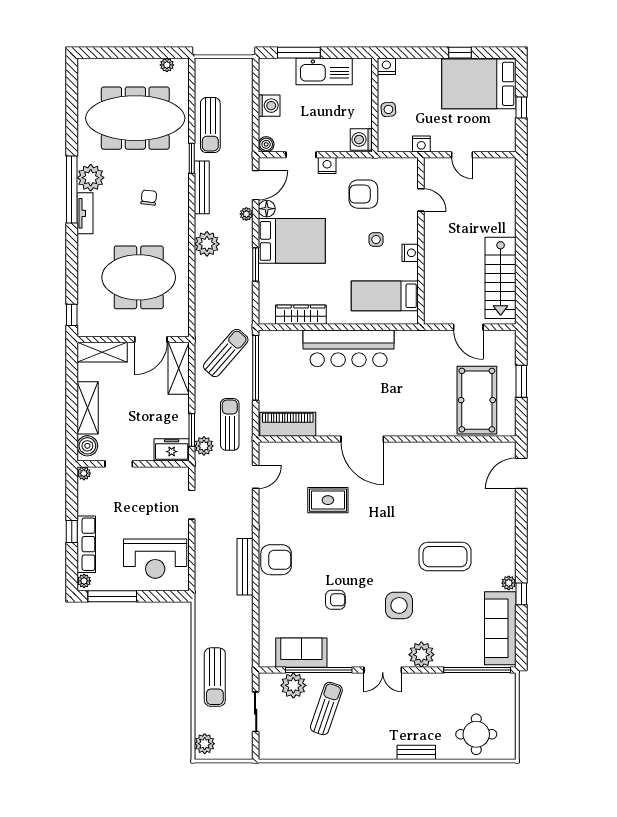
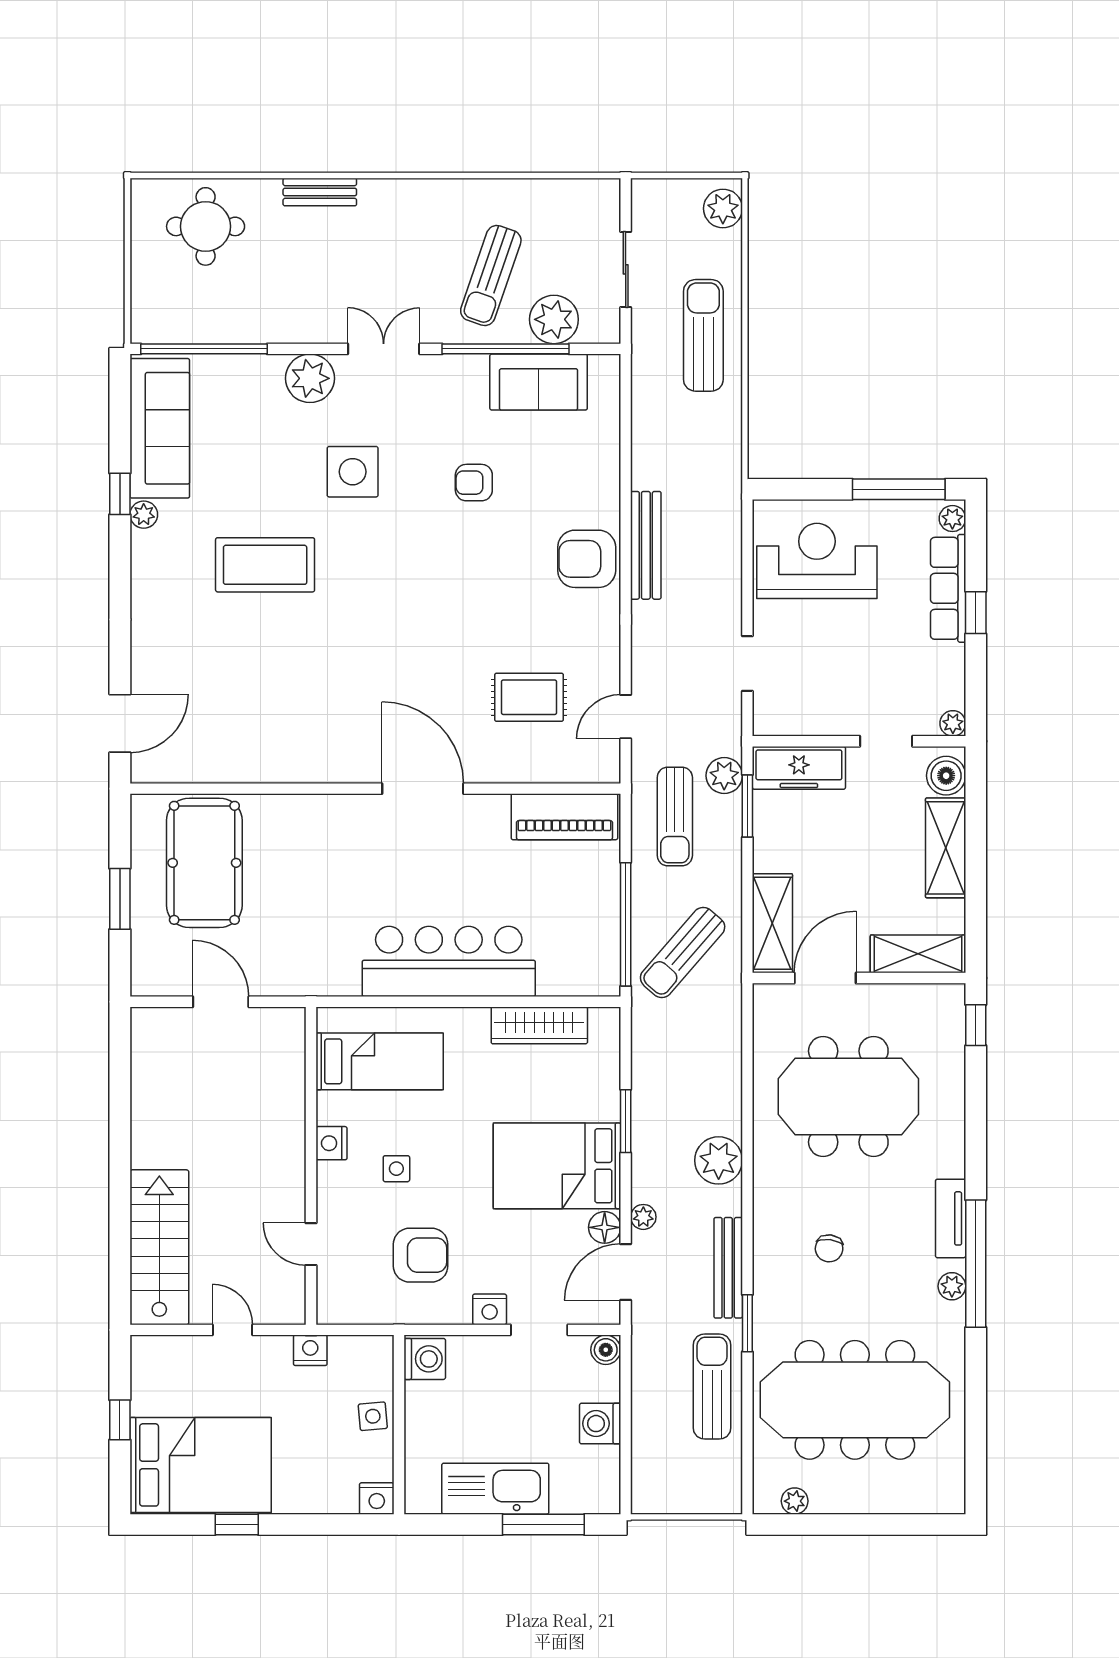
plant: (91, 178) -> (952, 1286), width x0.53, depth x0.53
stairs: (501, 278) -> (159, 1247), moved
freezer: (172, 450) -> (799, 768), width x1.40
rug: (328, 500) -> (529, 697), moved

